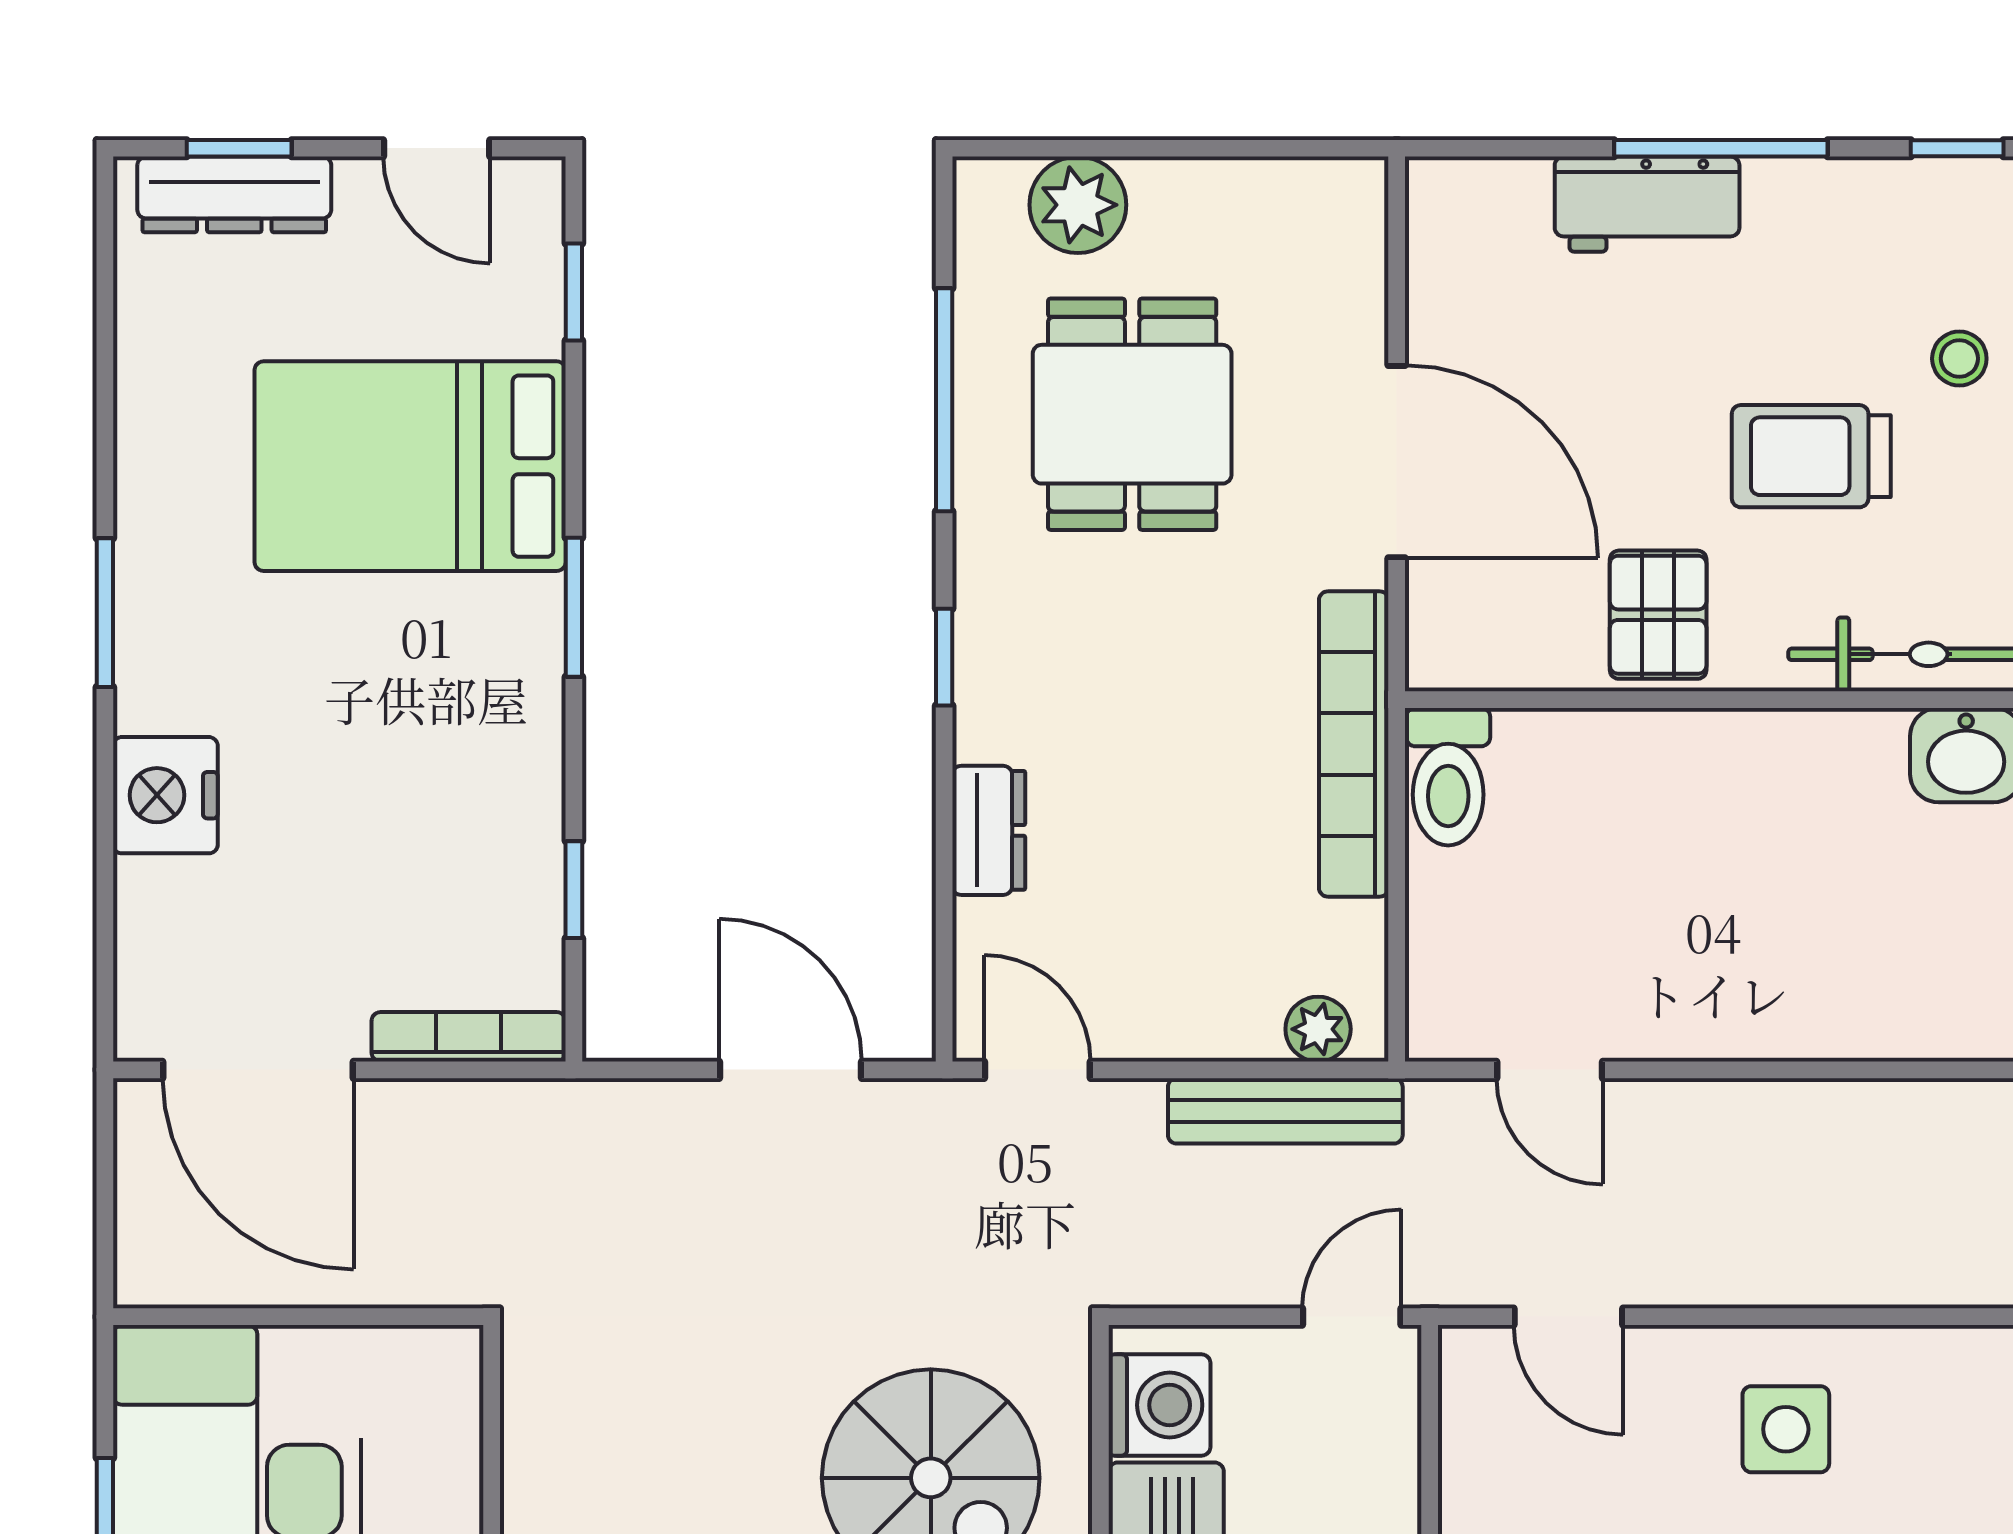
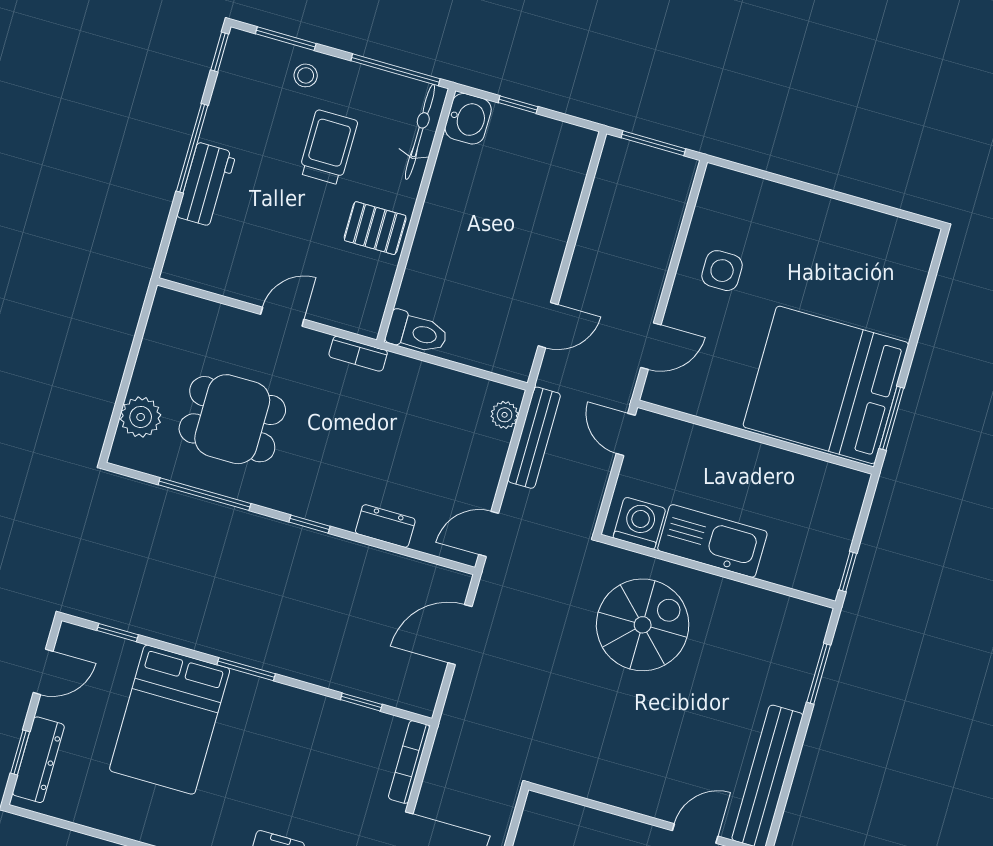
trolley: (1811, 456) -> (328, 147), turned 180
door: (1397, 462) -> (282, 317), width x0.53
bookcase: (1354, 744) -> (358, 354), width x0.43, depth x0.76

